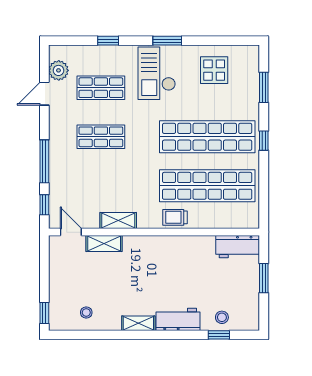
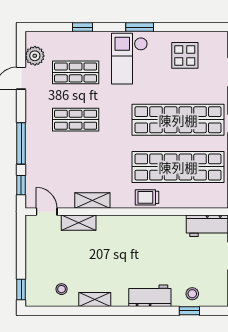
shelving: (138, 323) -> (95, 299), moved

